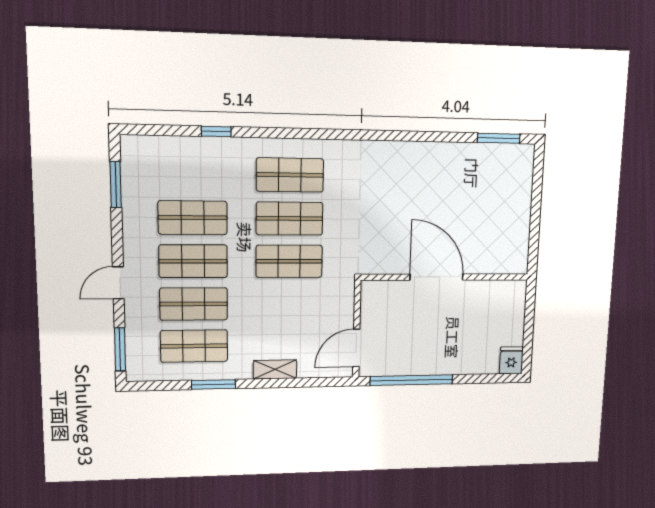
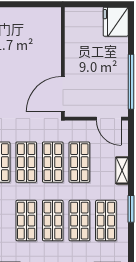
door: (437, 277) -> (63, 94), moved
shop shelf: (289, 303) -> (79, 162), added
fridge: (511, 360) -> (116, 22), width x1.88, depth x1.34

